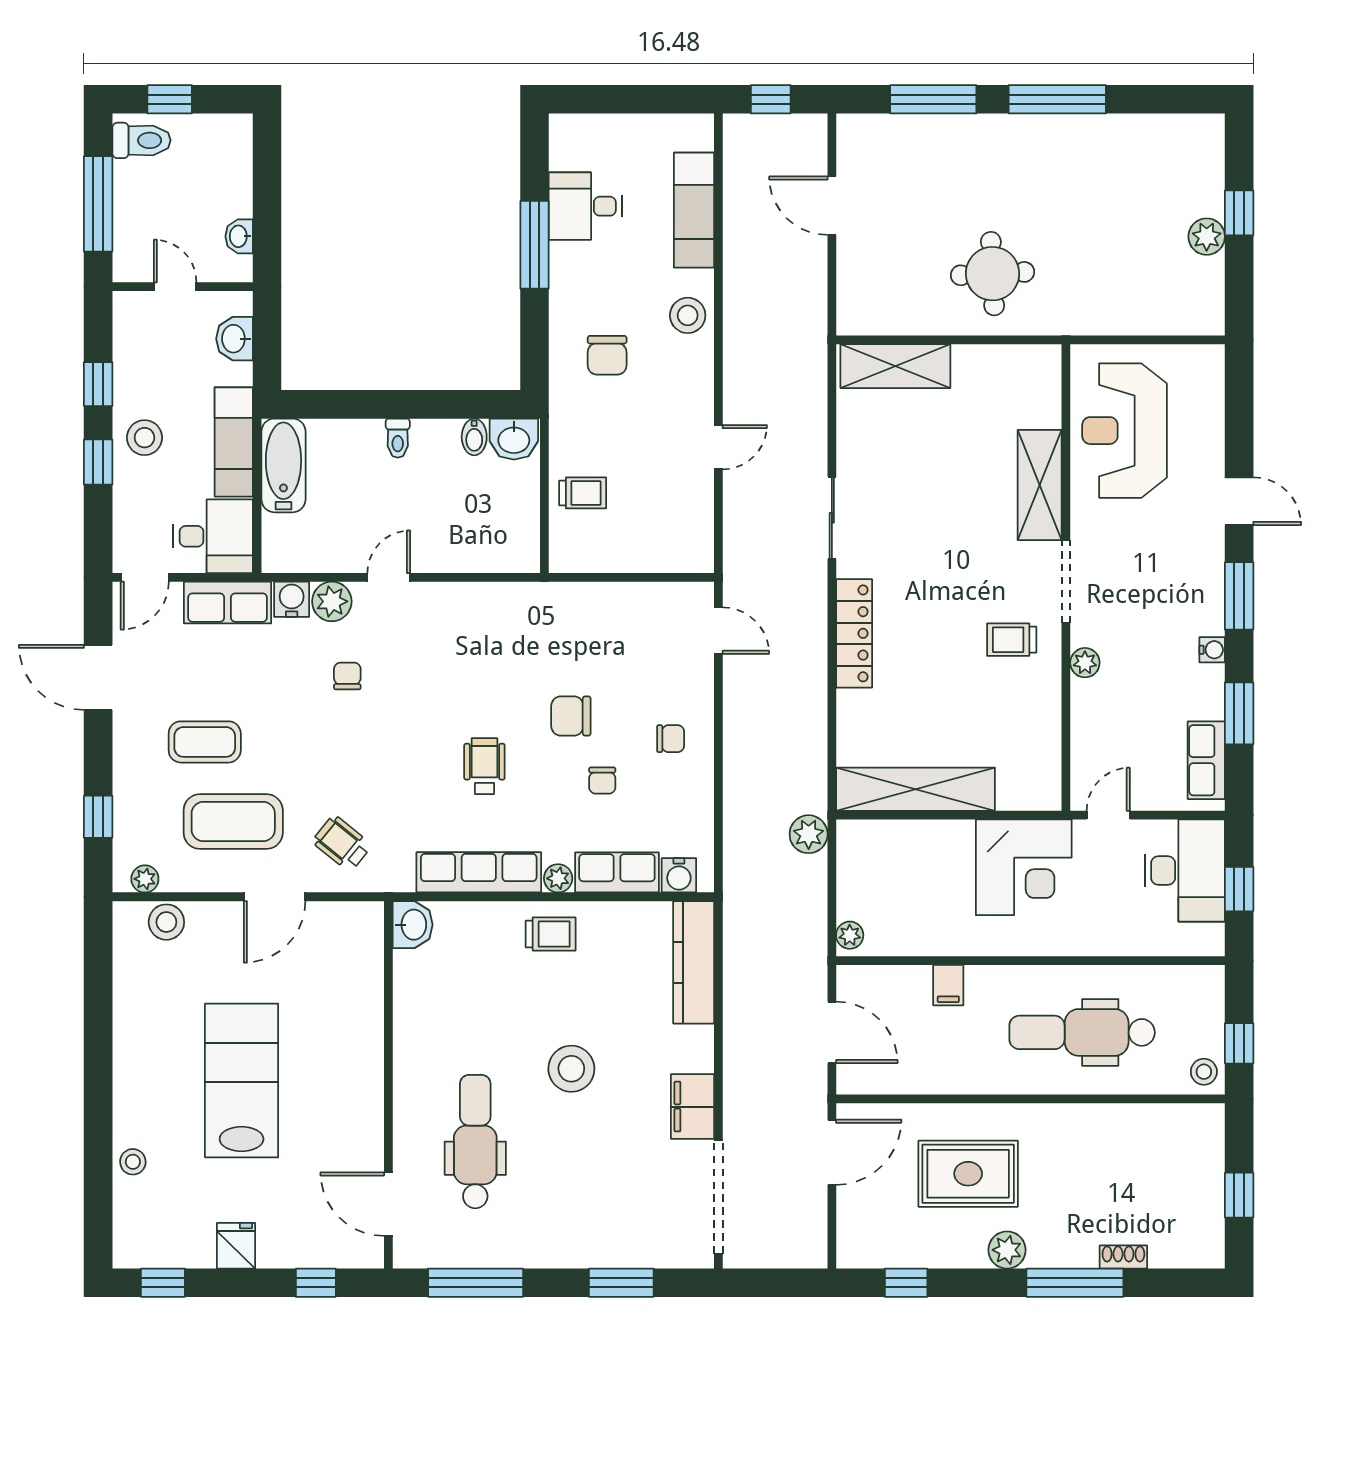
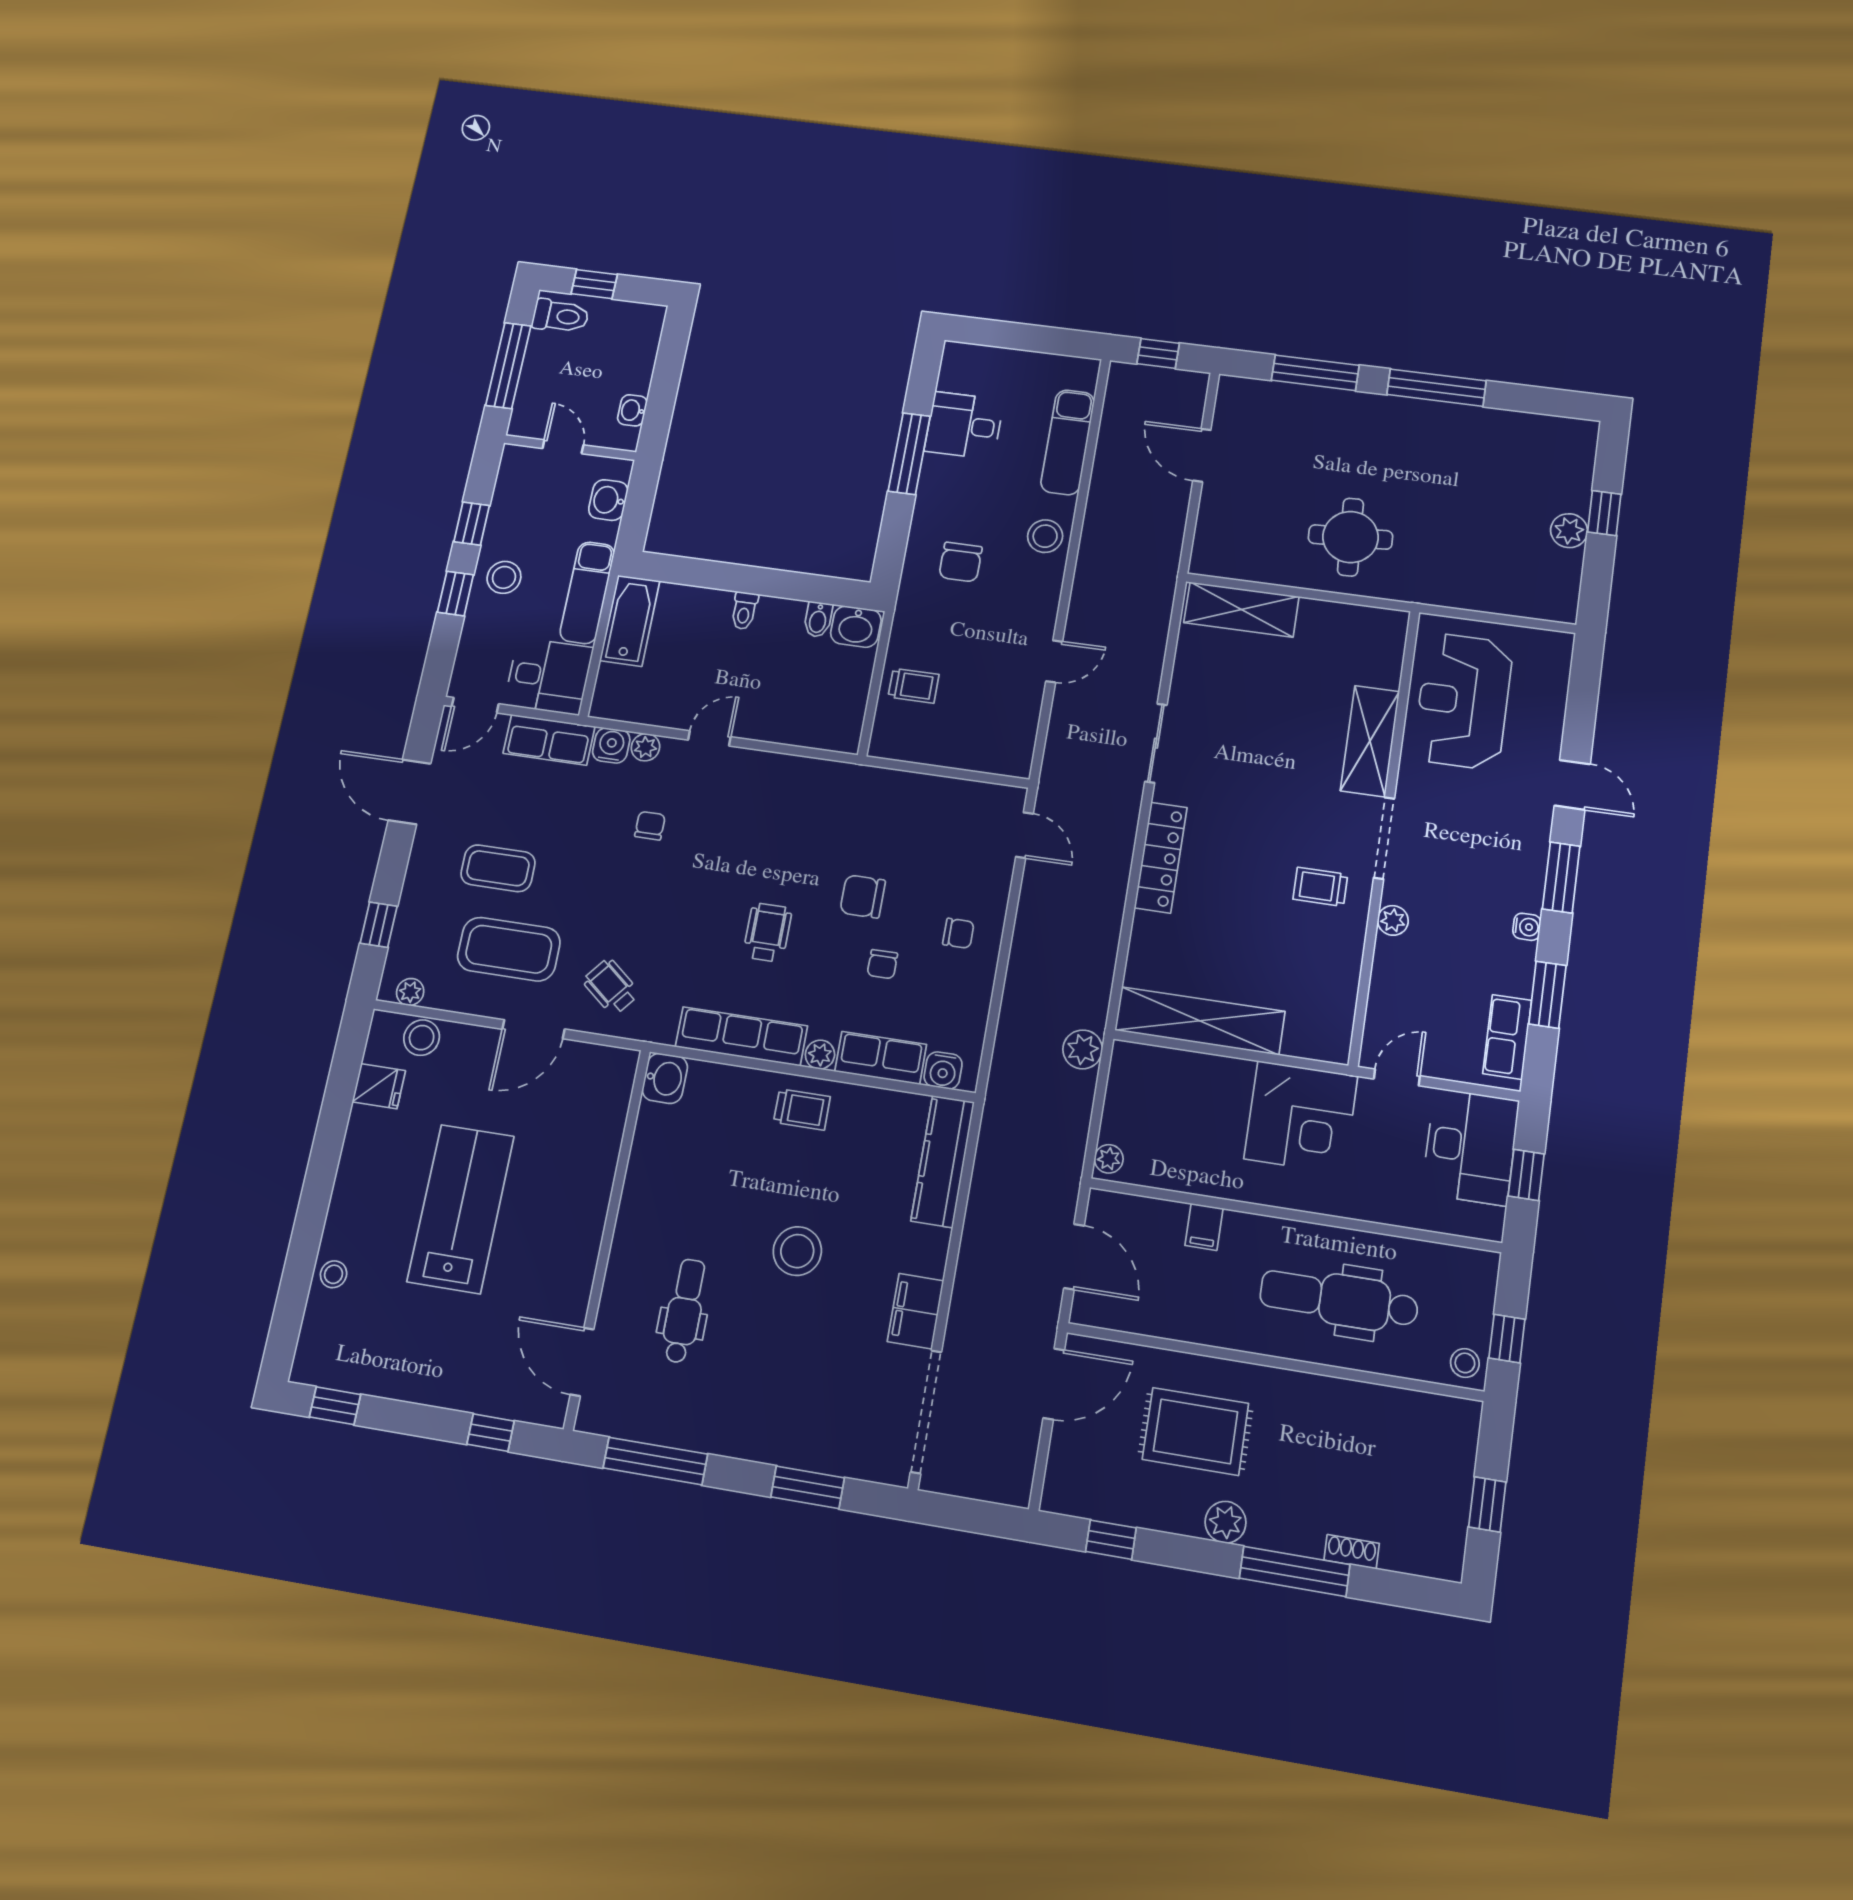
plant: (332, 601) -> (645, 747), width x0.73, depth x0.73
dental chair: (475, 1142) -> (684, 1311), width x0.73, depth x0.72
fridge: (236, 1246) -> (379, 1086), moved, turned 90

